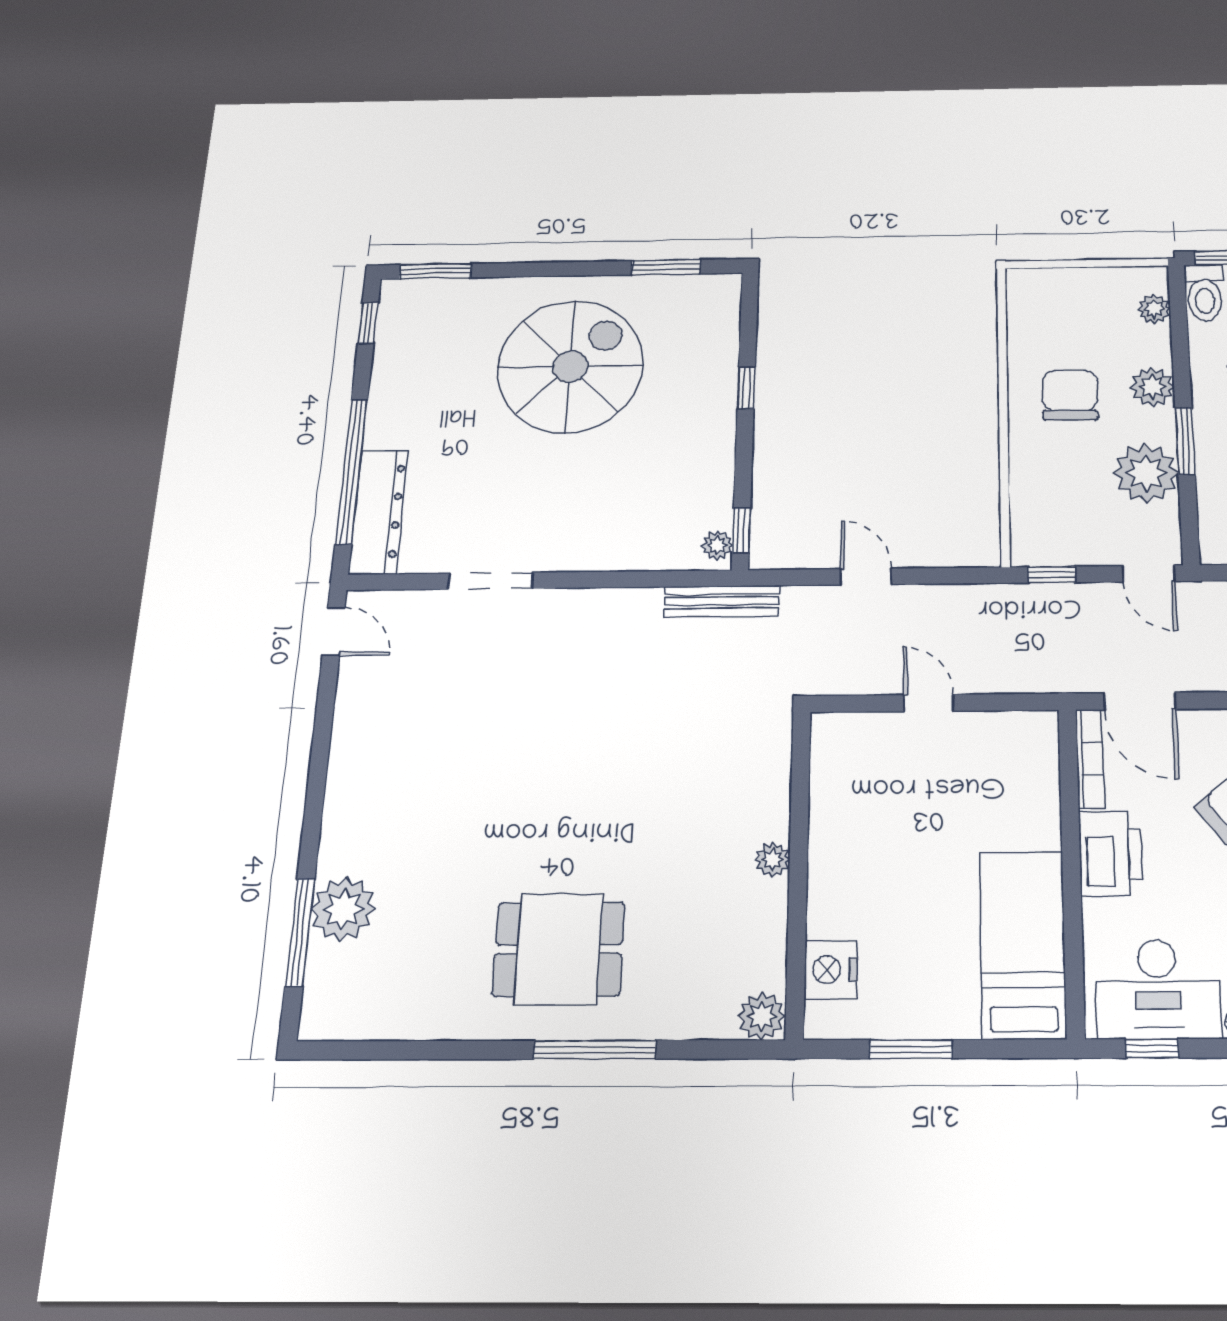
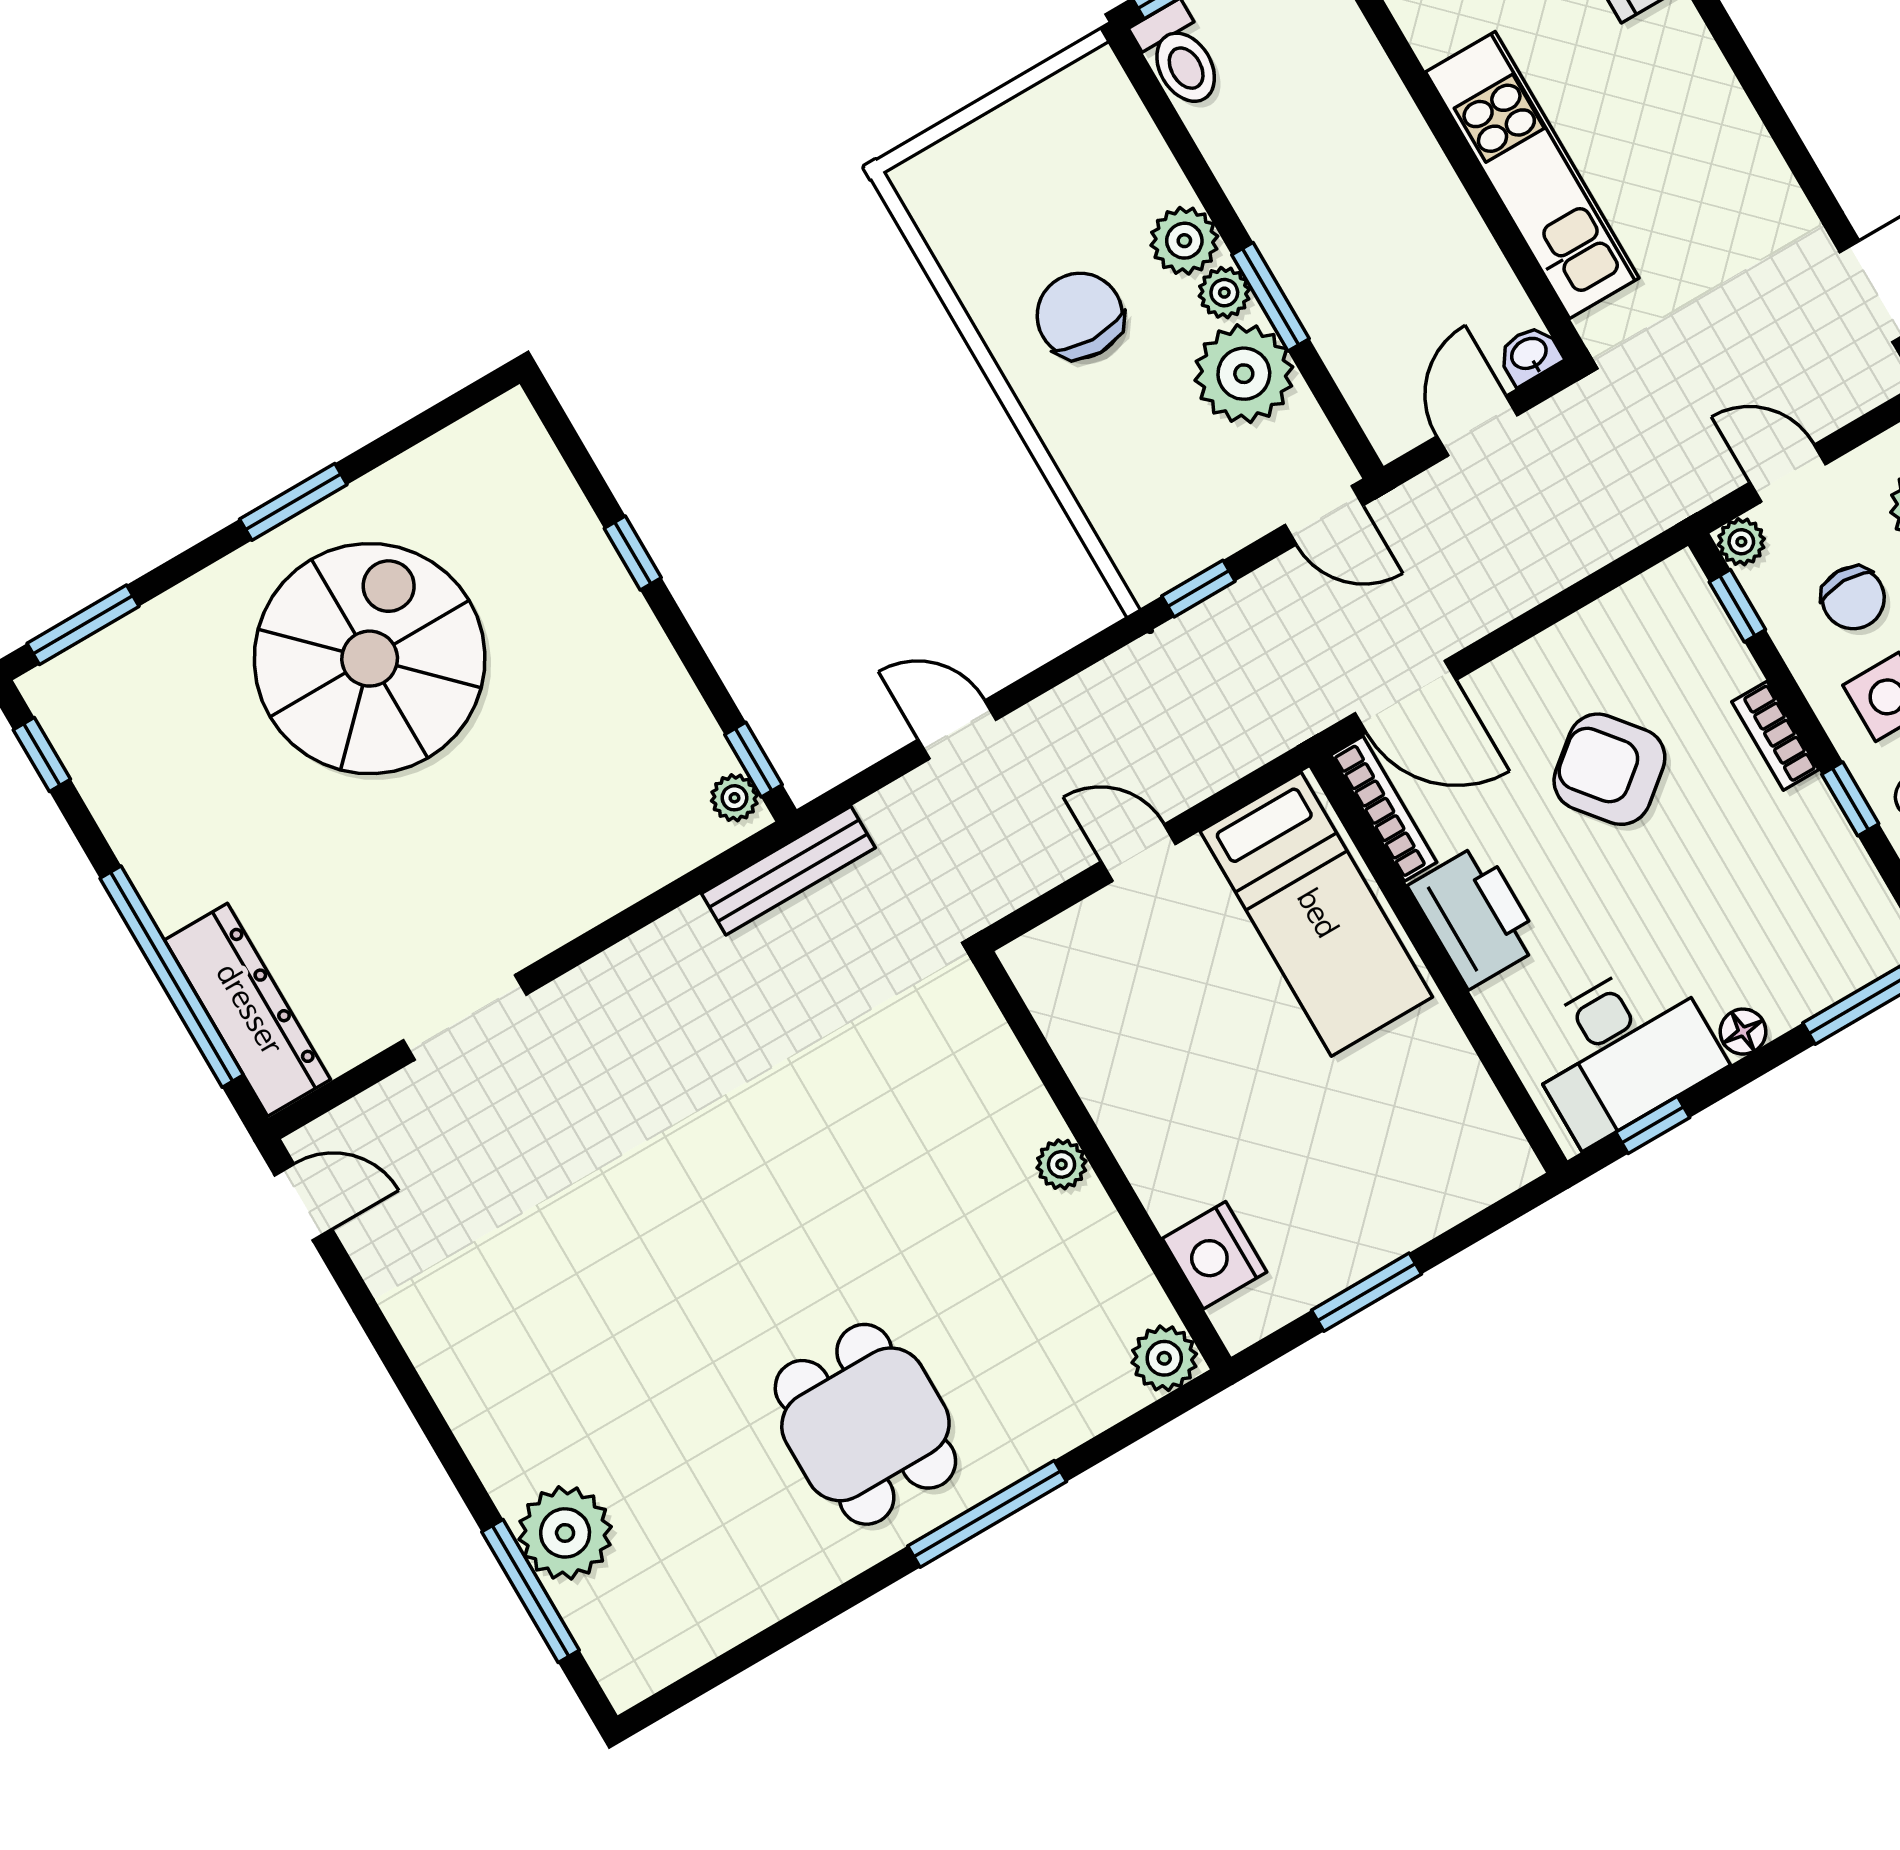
window: (666, 267) -> (293, 502), moved
plant: (1154, 309) -> (1224, 293), moved
bed: (1023, 944) -> (1316, 914), moved, turned 180
dining table: (558, 949) -> (865, 1424), turned 90

